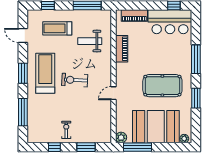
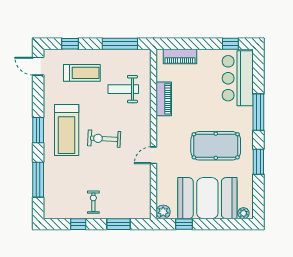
bar counter: (170, 22) -> (238, 78), moved, turned 90
treadmill: (57, 28) -> (82, 73), turned 180
door: (23, 36) -> (38, 66), moved
treadmill: (45, 73) -> (67, 130), turned 180
window: (137, 147) -> (184, 224), width x0.46

